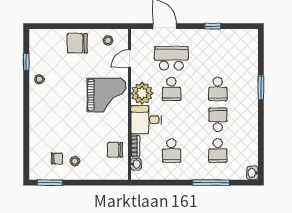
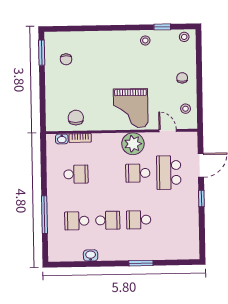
window: (213, 26) -> (201, 198), moved
chair: (77, 43) -> (182, 78), width x0.54, depth x0.54
school desk: (171, 58) -> (169, 173), turned 180
desk: (146, 120) -> (107, 148), removed
school desk: (171, 151) -> (76, 174), turned 180
stool: (75, 161) -> (184, 37), moved
washbasin: (252, 173) -> (91, 255), moved

